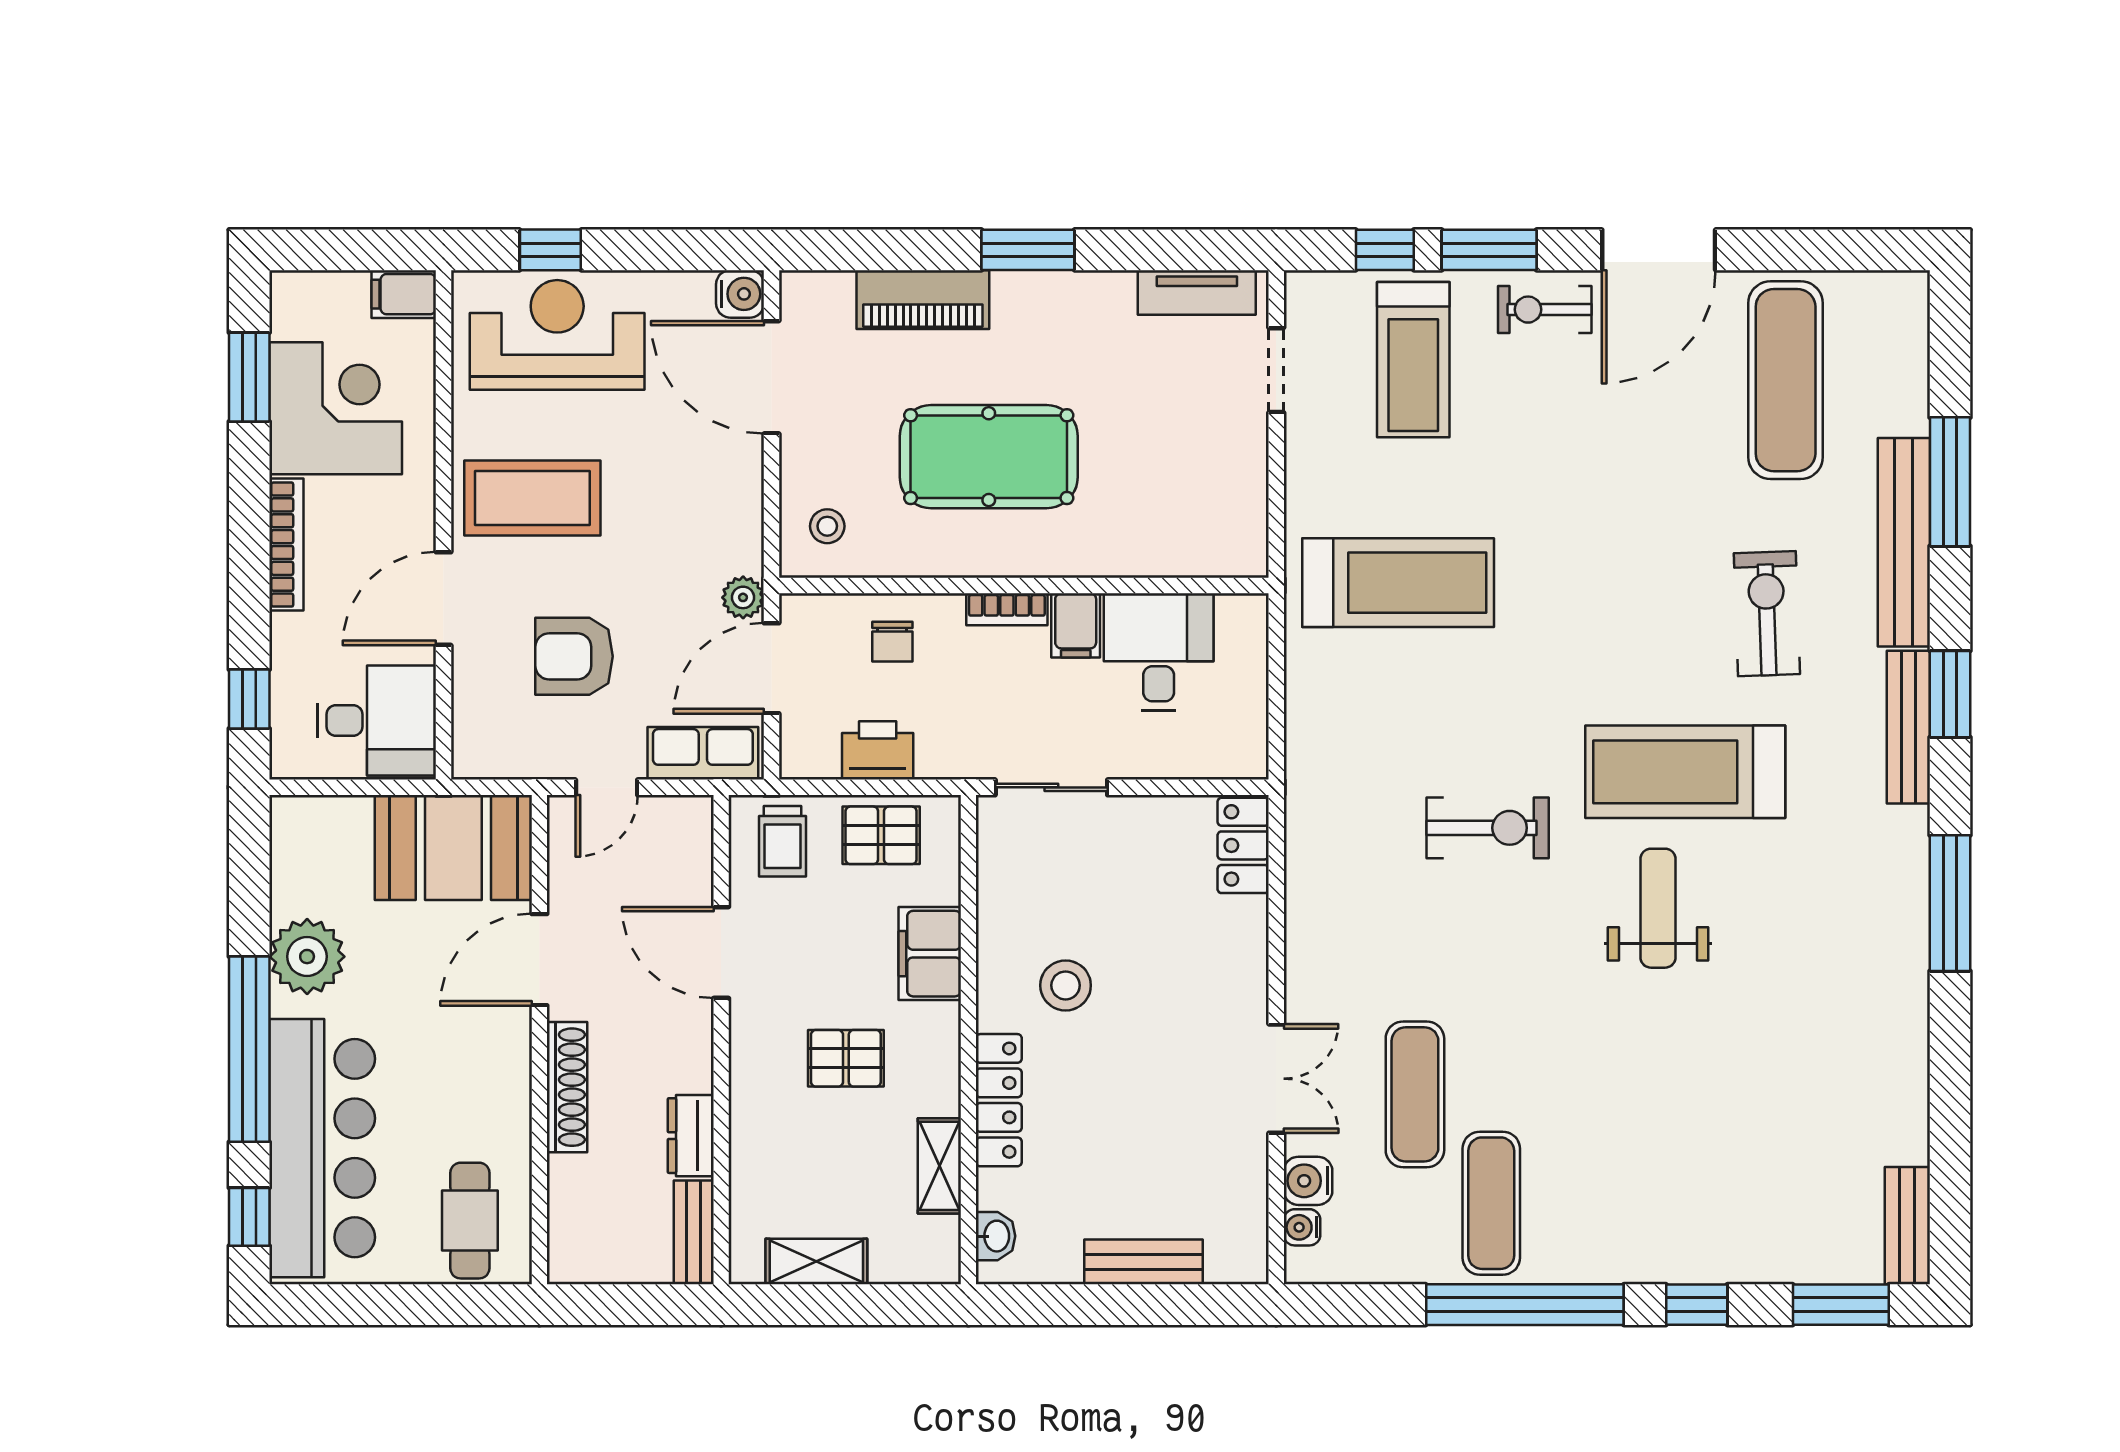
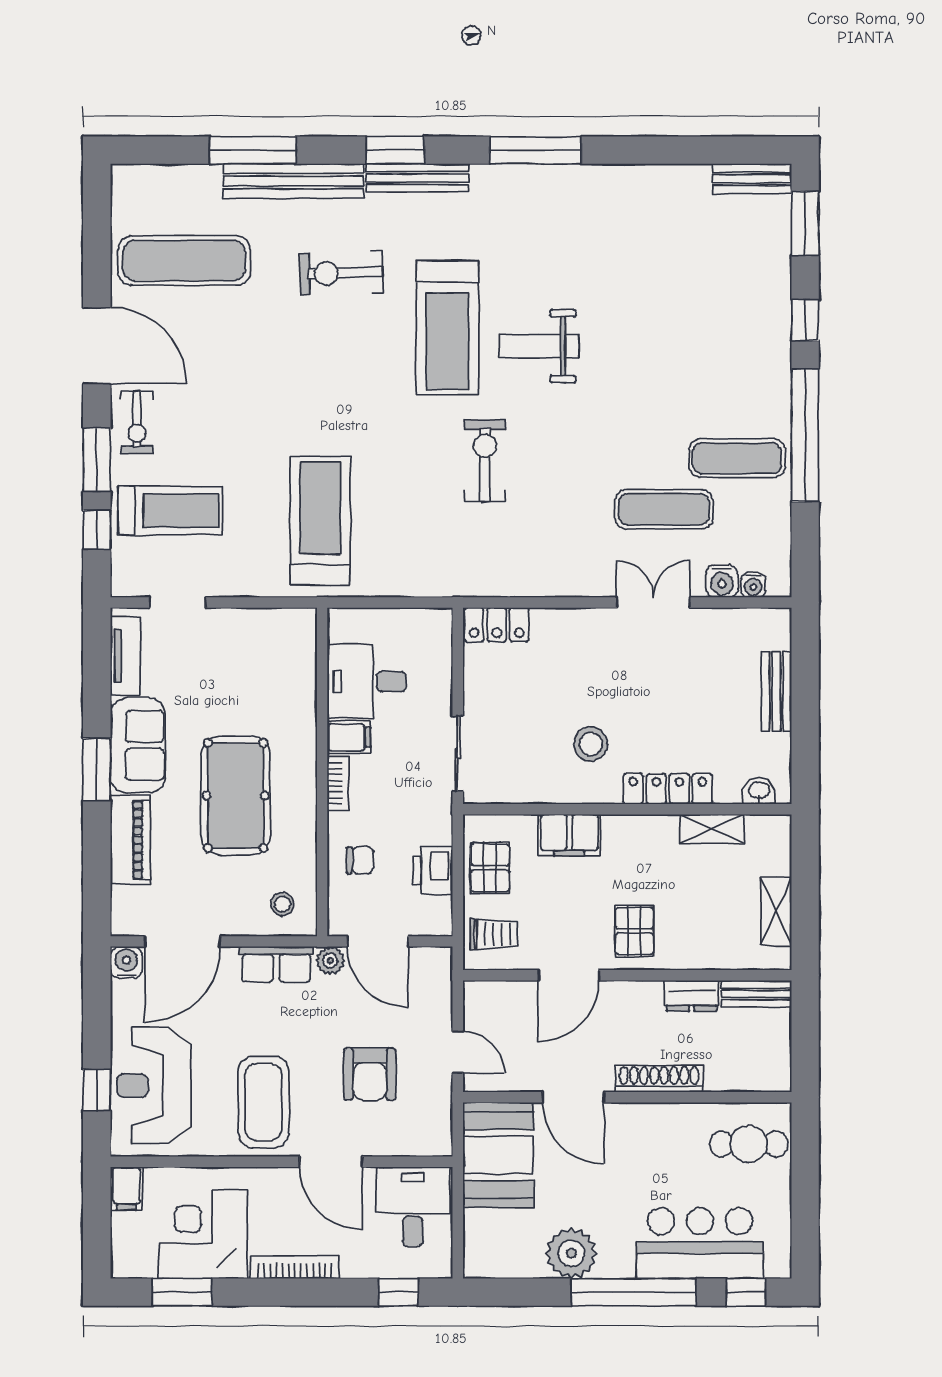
sofa: (1064, 311) -> (138, 745), added
row of seats: (703, 753) -> (276, 964), moved, turned -90
pallet: (846, 1058) -> (634, 931), moved
bar counter: (322, 1148) -> (700, 1243), width x0.73

